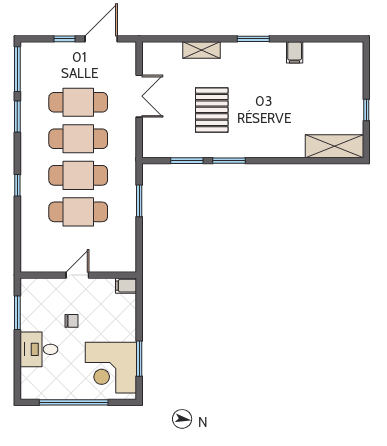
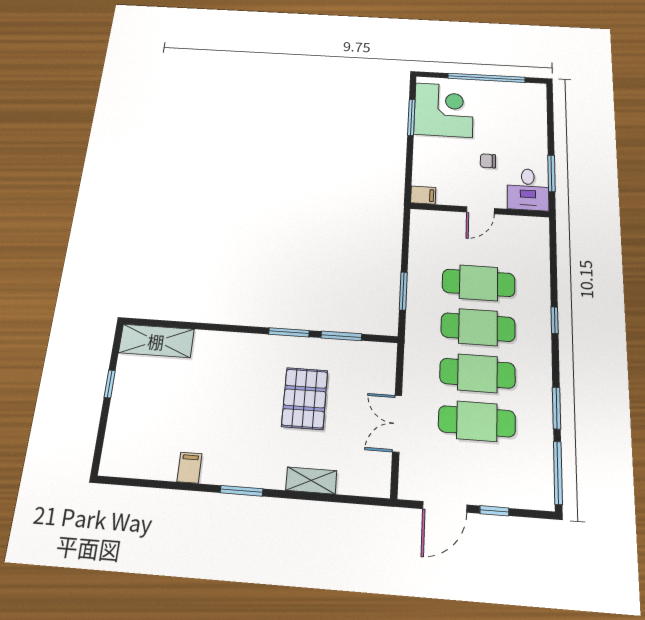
desk: (39, 349) -> (528, 189), moved, turned 90

